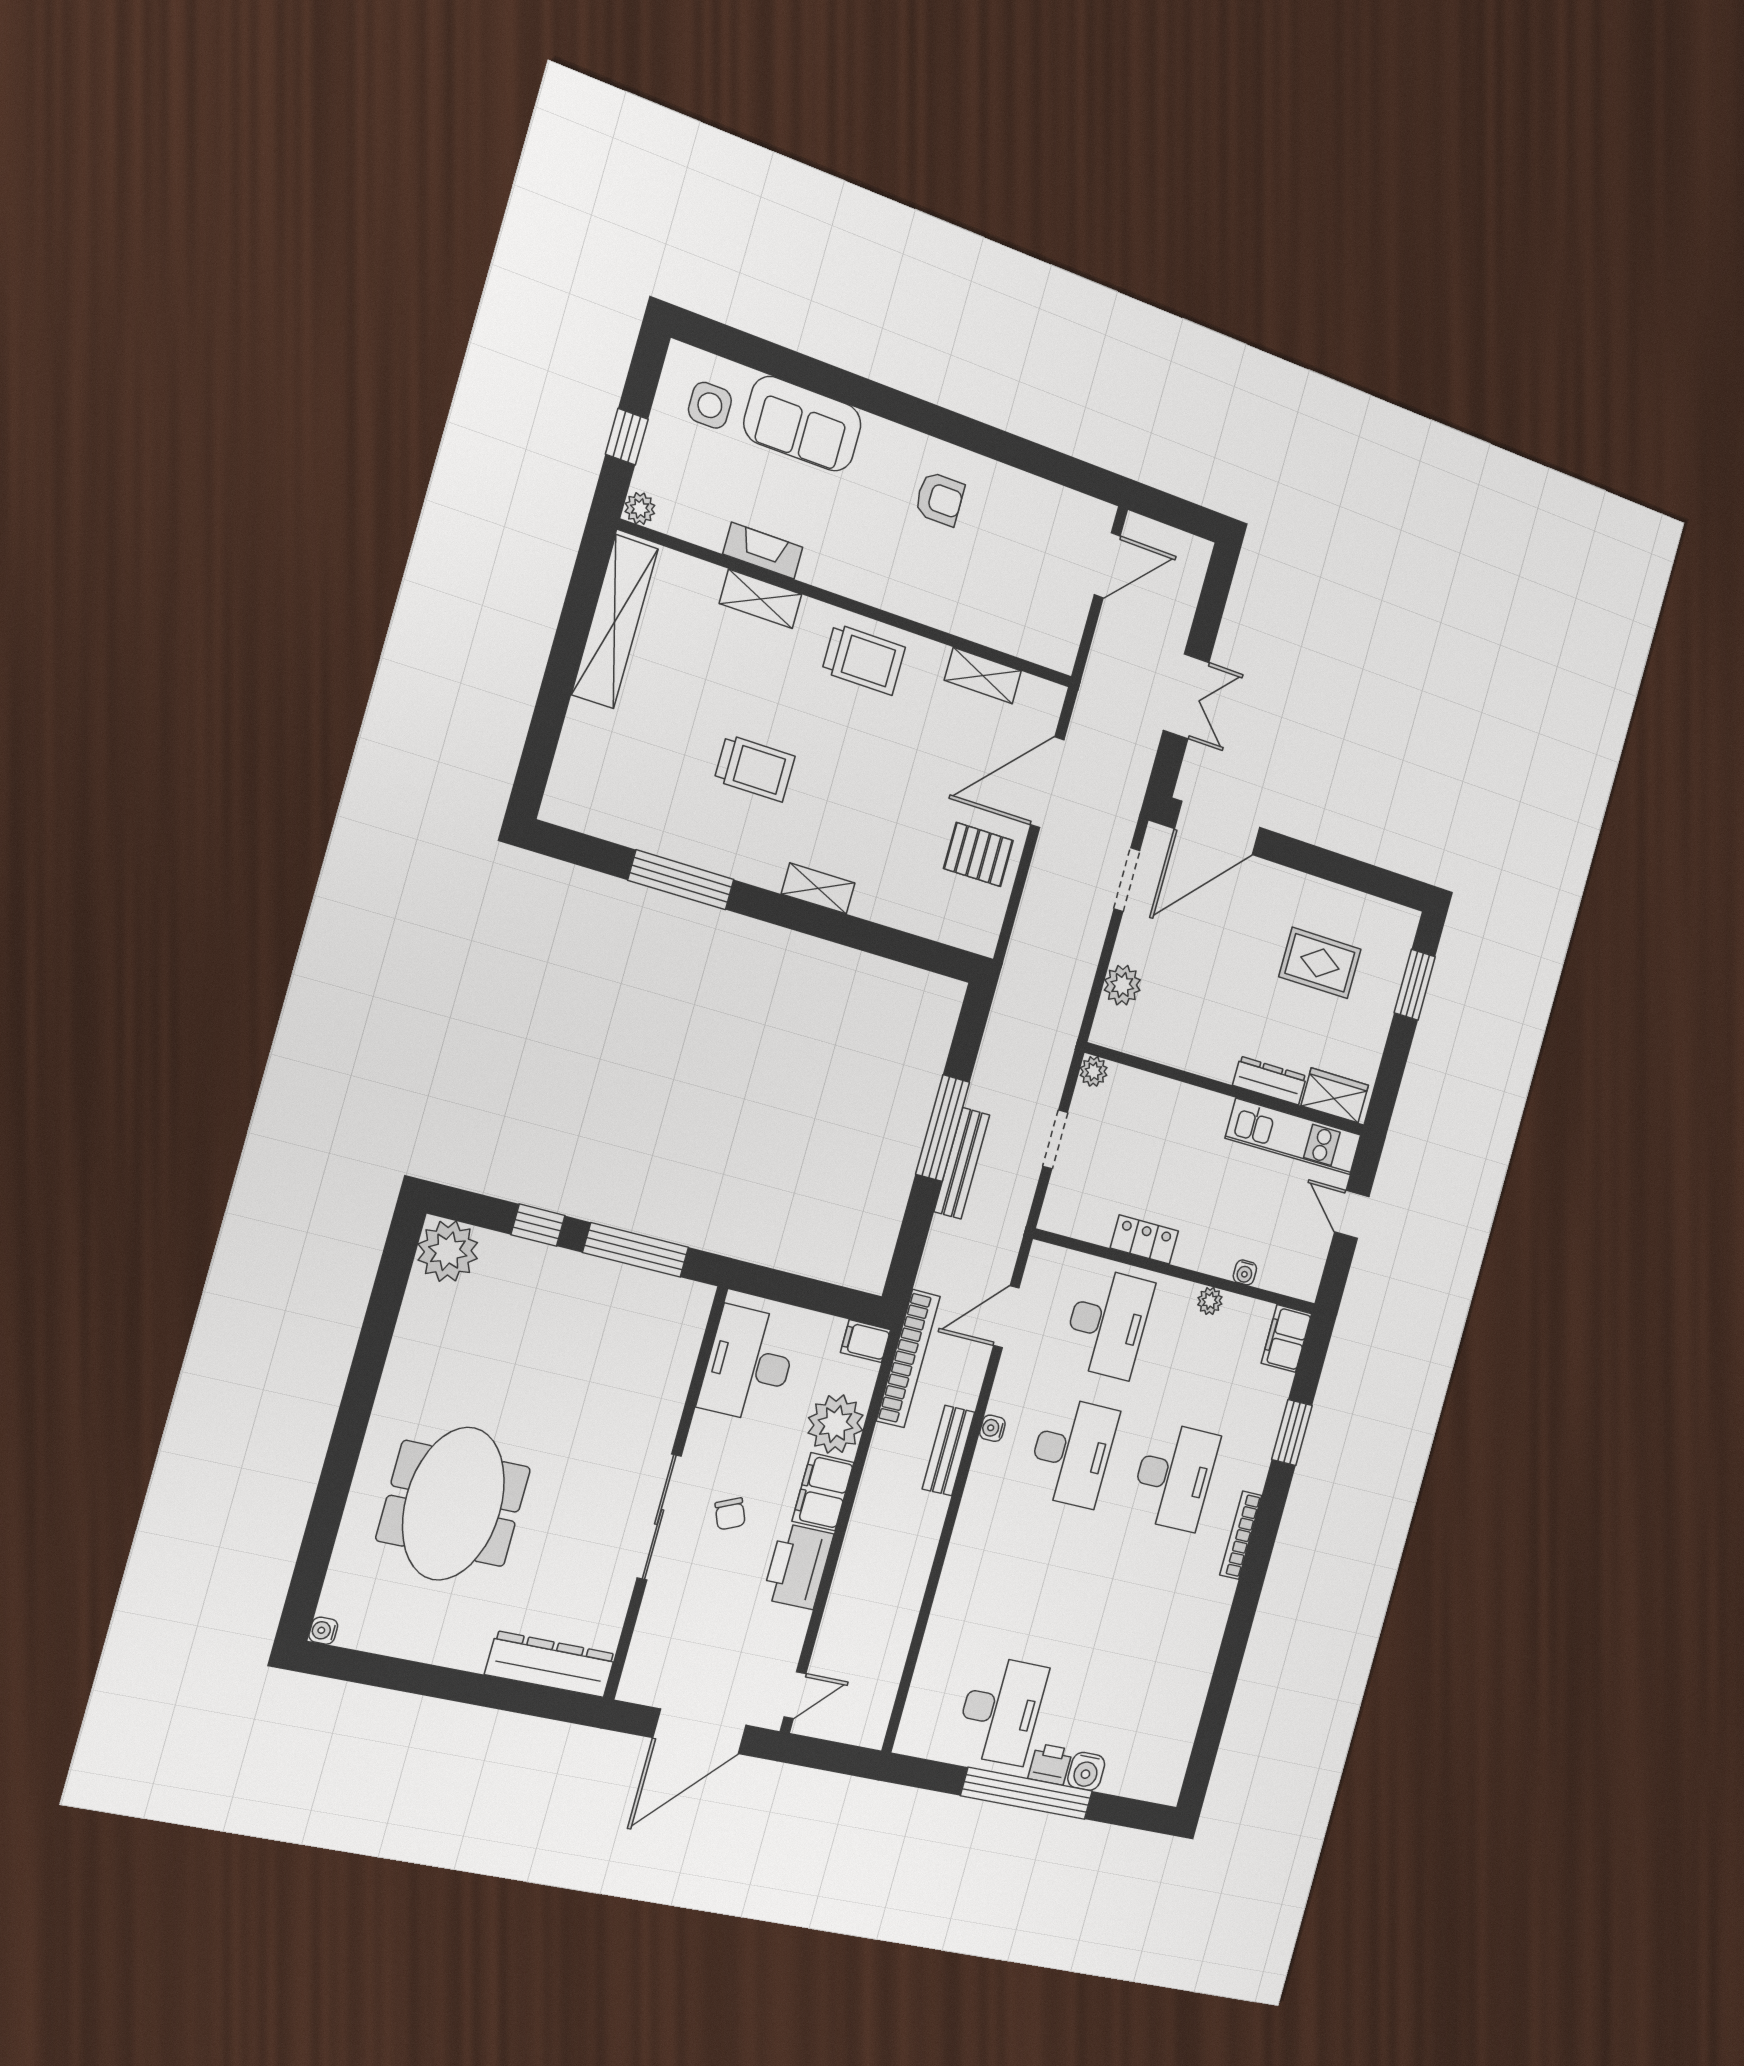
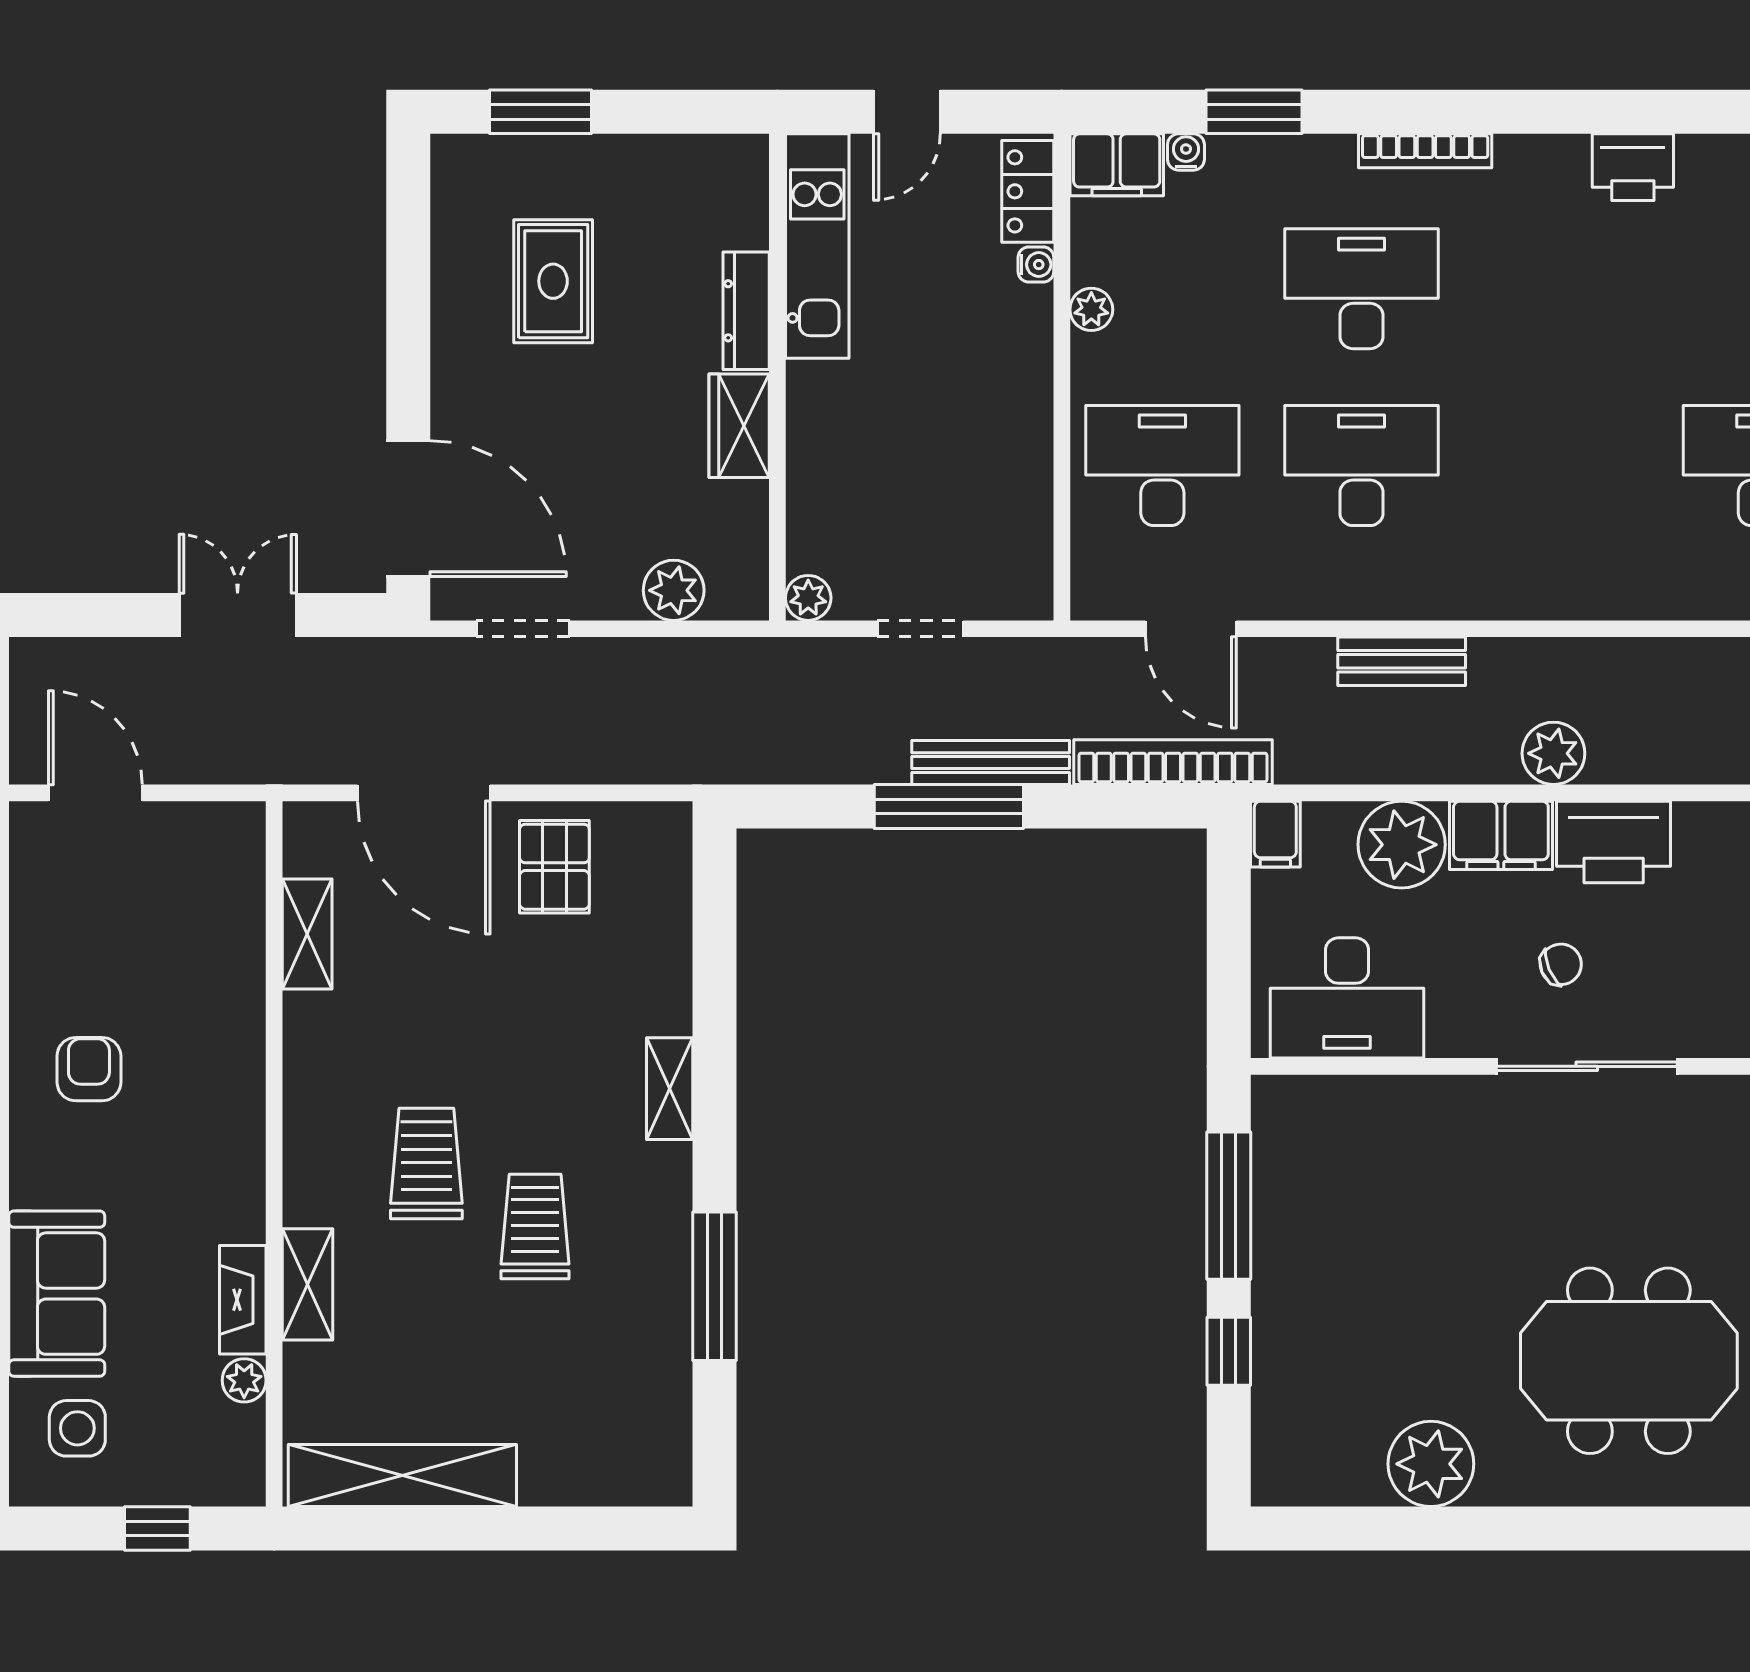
plant: (640, 508) -> (244, 1380), moved
trolley: (864, 659) -> (426, 1164), moved
wardrobe: (1335, 1095) -> (739, 426), moved
locker: (1144, 1239) -> (1028, 191), moved
plant: (448, 1251) -> (1431, 1464), moved
bookcase: (908, 1359) -> (1173, 762), moved
water cooler: (992, 1428) -> (1186, 152), moved, turned 180
plant: (864, 1538) -> (1553, 753), added
printer: (1195, 1664) -> (1633, 167), added

